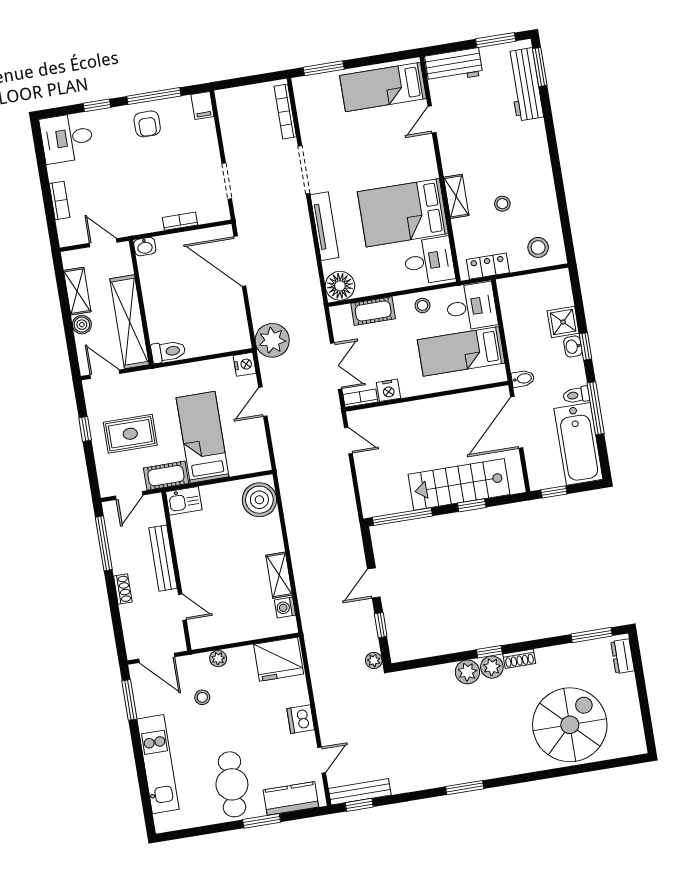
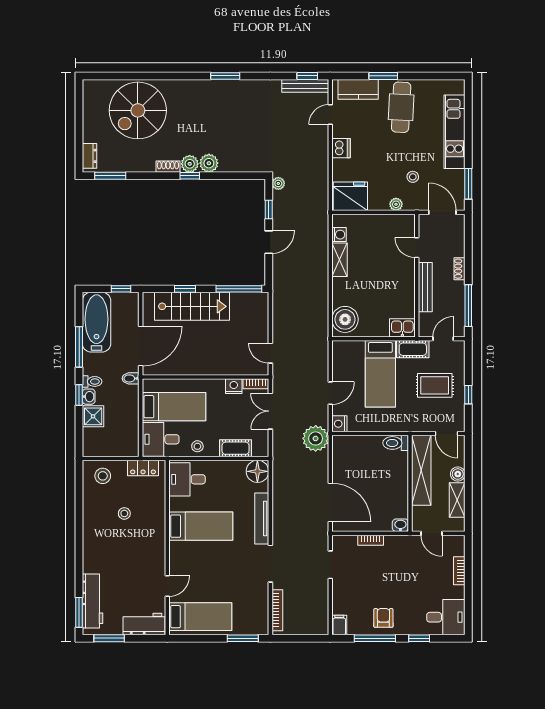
shelving: (456, 196) -> (158, 525), removed
bed: (403, 213) -> (201, 526), width x0.67
toilet: (576, 395) -> (92, 381), moved

